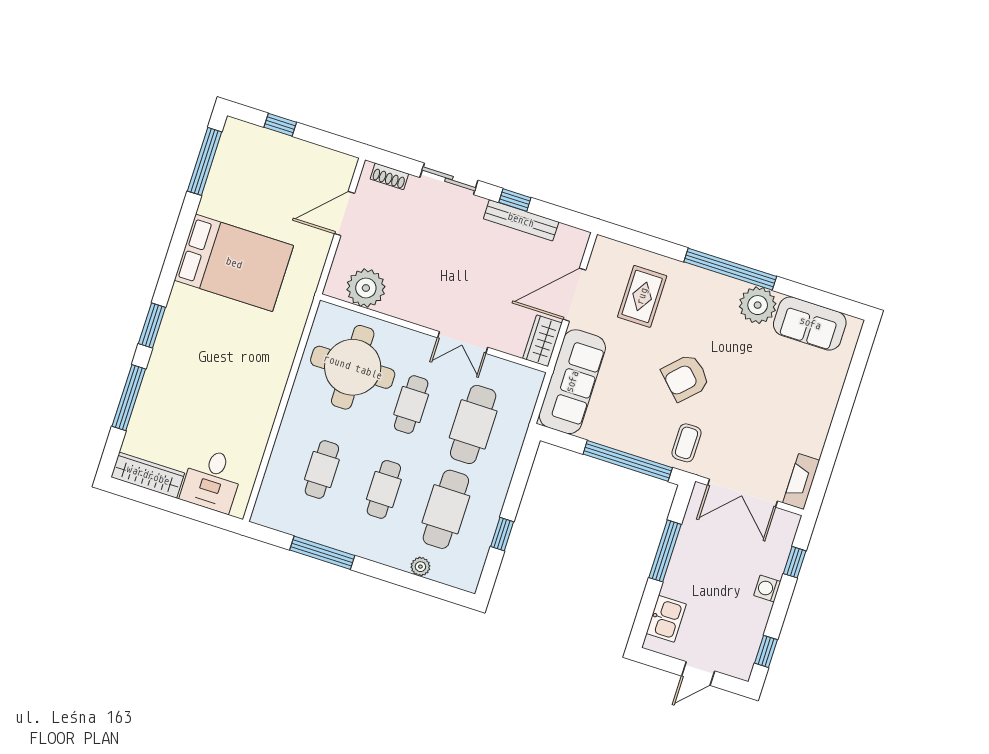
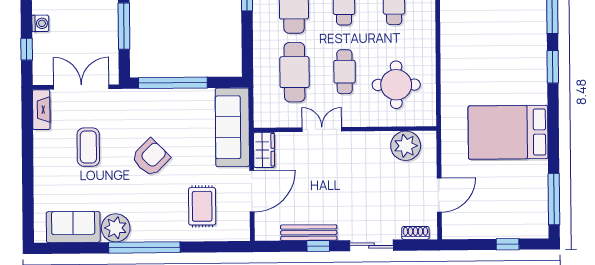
round table: (353, 367) -> (396, 85), width x0.73, depth x0.73
coffee table: (686, 443) -> (88, 147), moved, width x1.36, depth x1.30

